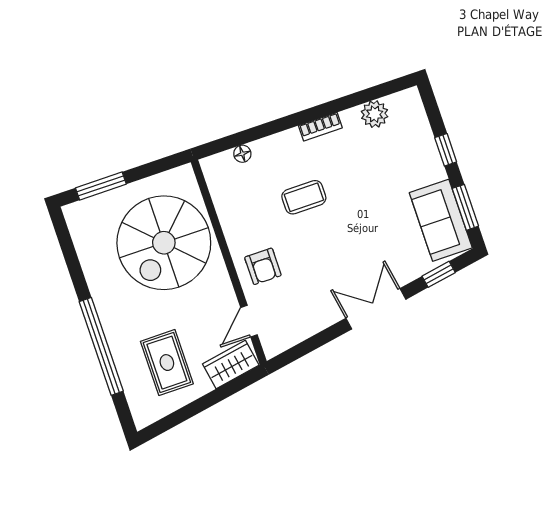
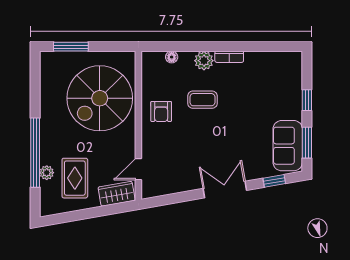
plant: (375, 114) -> (204, 61), moved
armchair: (263, 266) -> (161, 111), moved
plant: (126, 368) -> (47, 173), added

